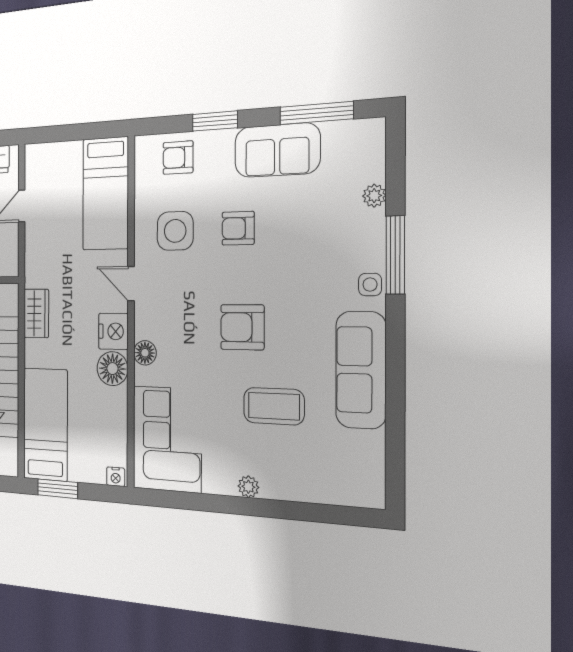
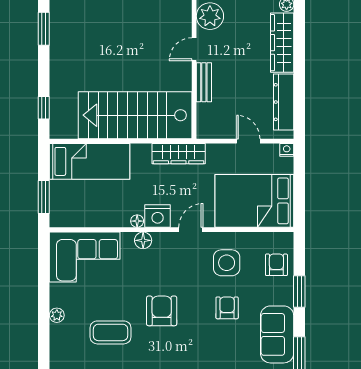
bed: (105, 194) -> (254, 201), width x1.50
wardrobe: (36, 313) -> (179, 154), width x1.50
floor lamp: (112, 369) -> (137, 221), width x0.53, depth x0.53
coffee table: (274, 406) -> (111, 332), turned 90
nightstand: (116, 477) -> (287, 150), moved, turned 90
window: (58, 489) -> (44, 197), moved

